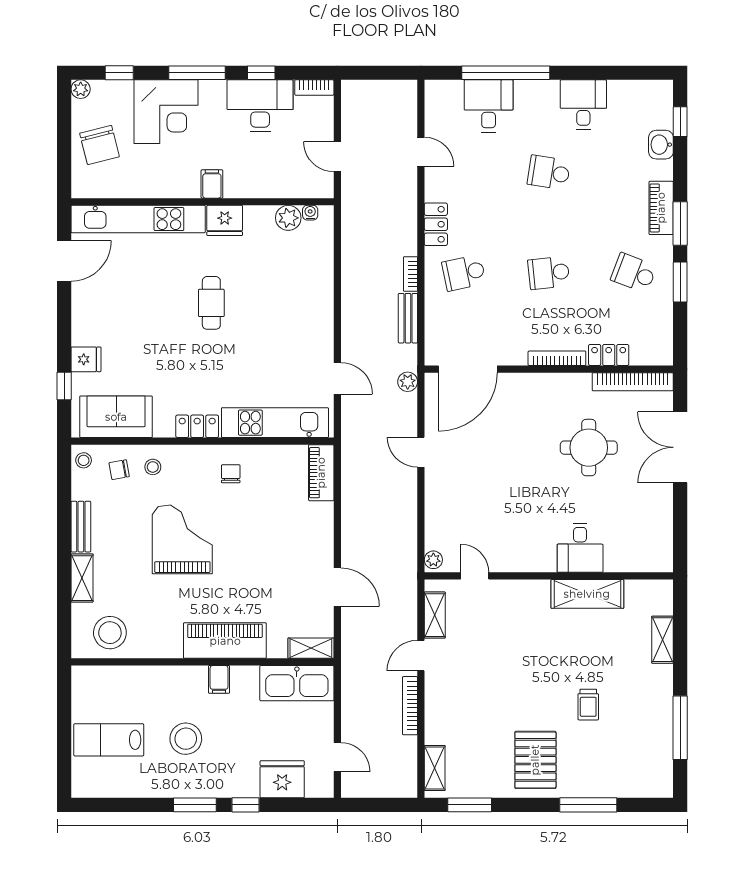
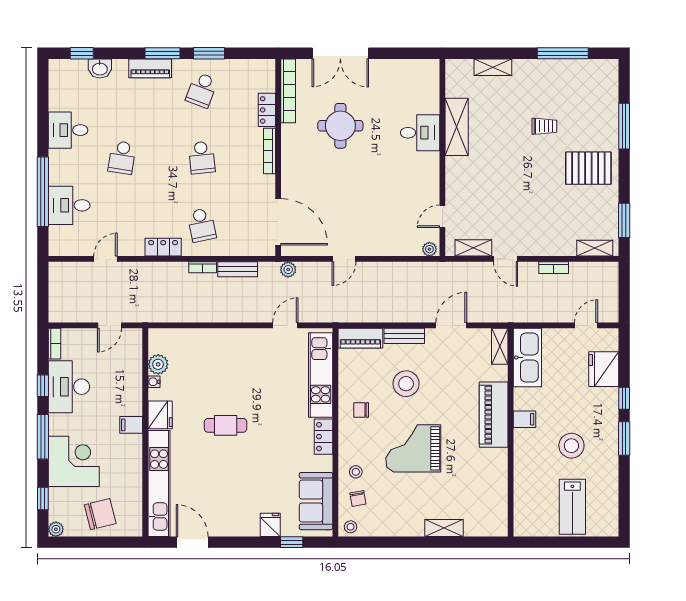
water cooler: (310, 213) -> (154, 382), moved
bench: (81, 527) -> (404, 336), moved
stool: (110, 633) -> (406, 384), moved
bookcase: (410, 706) -> (554, 268), width x0.64

